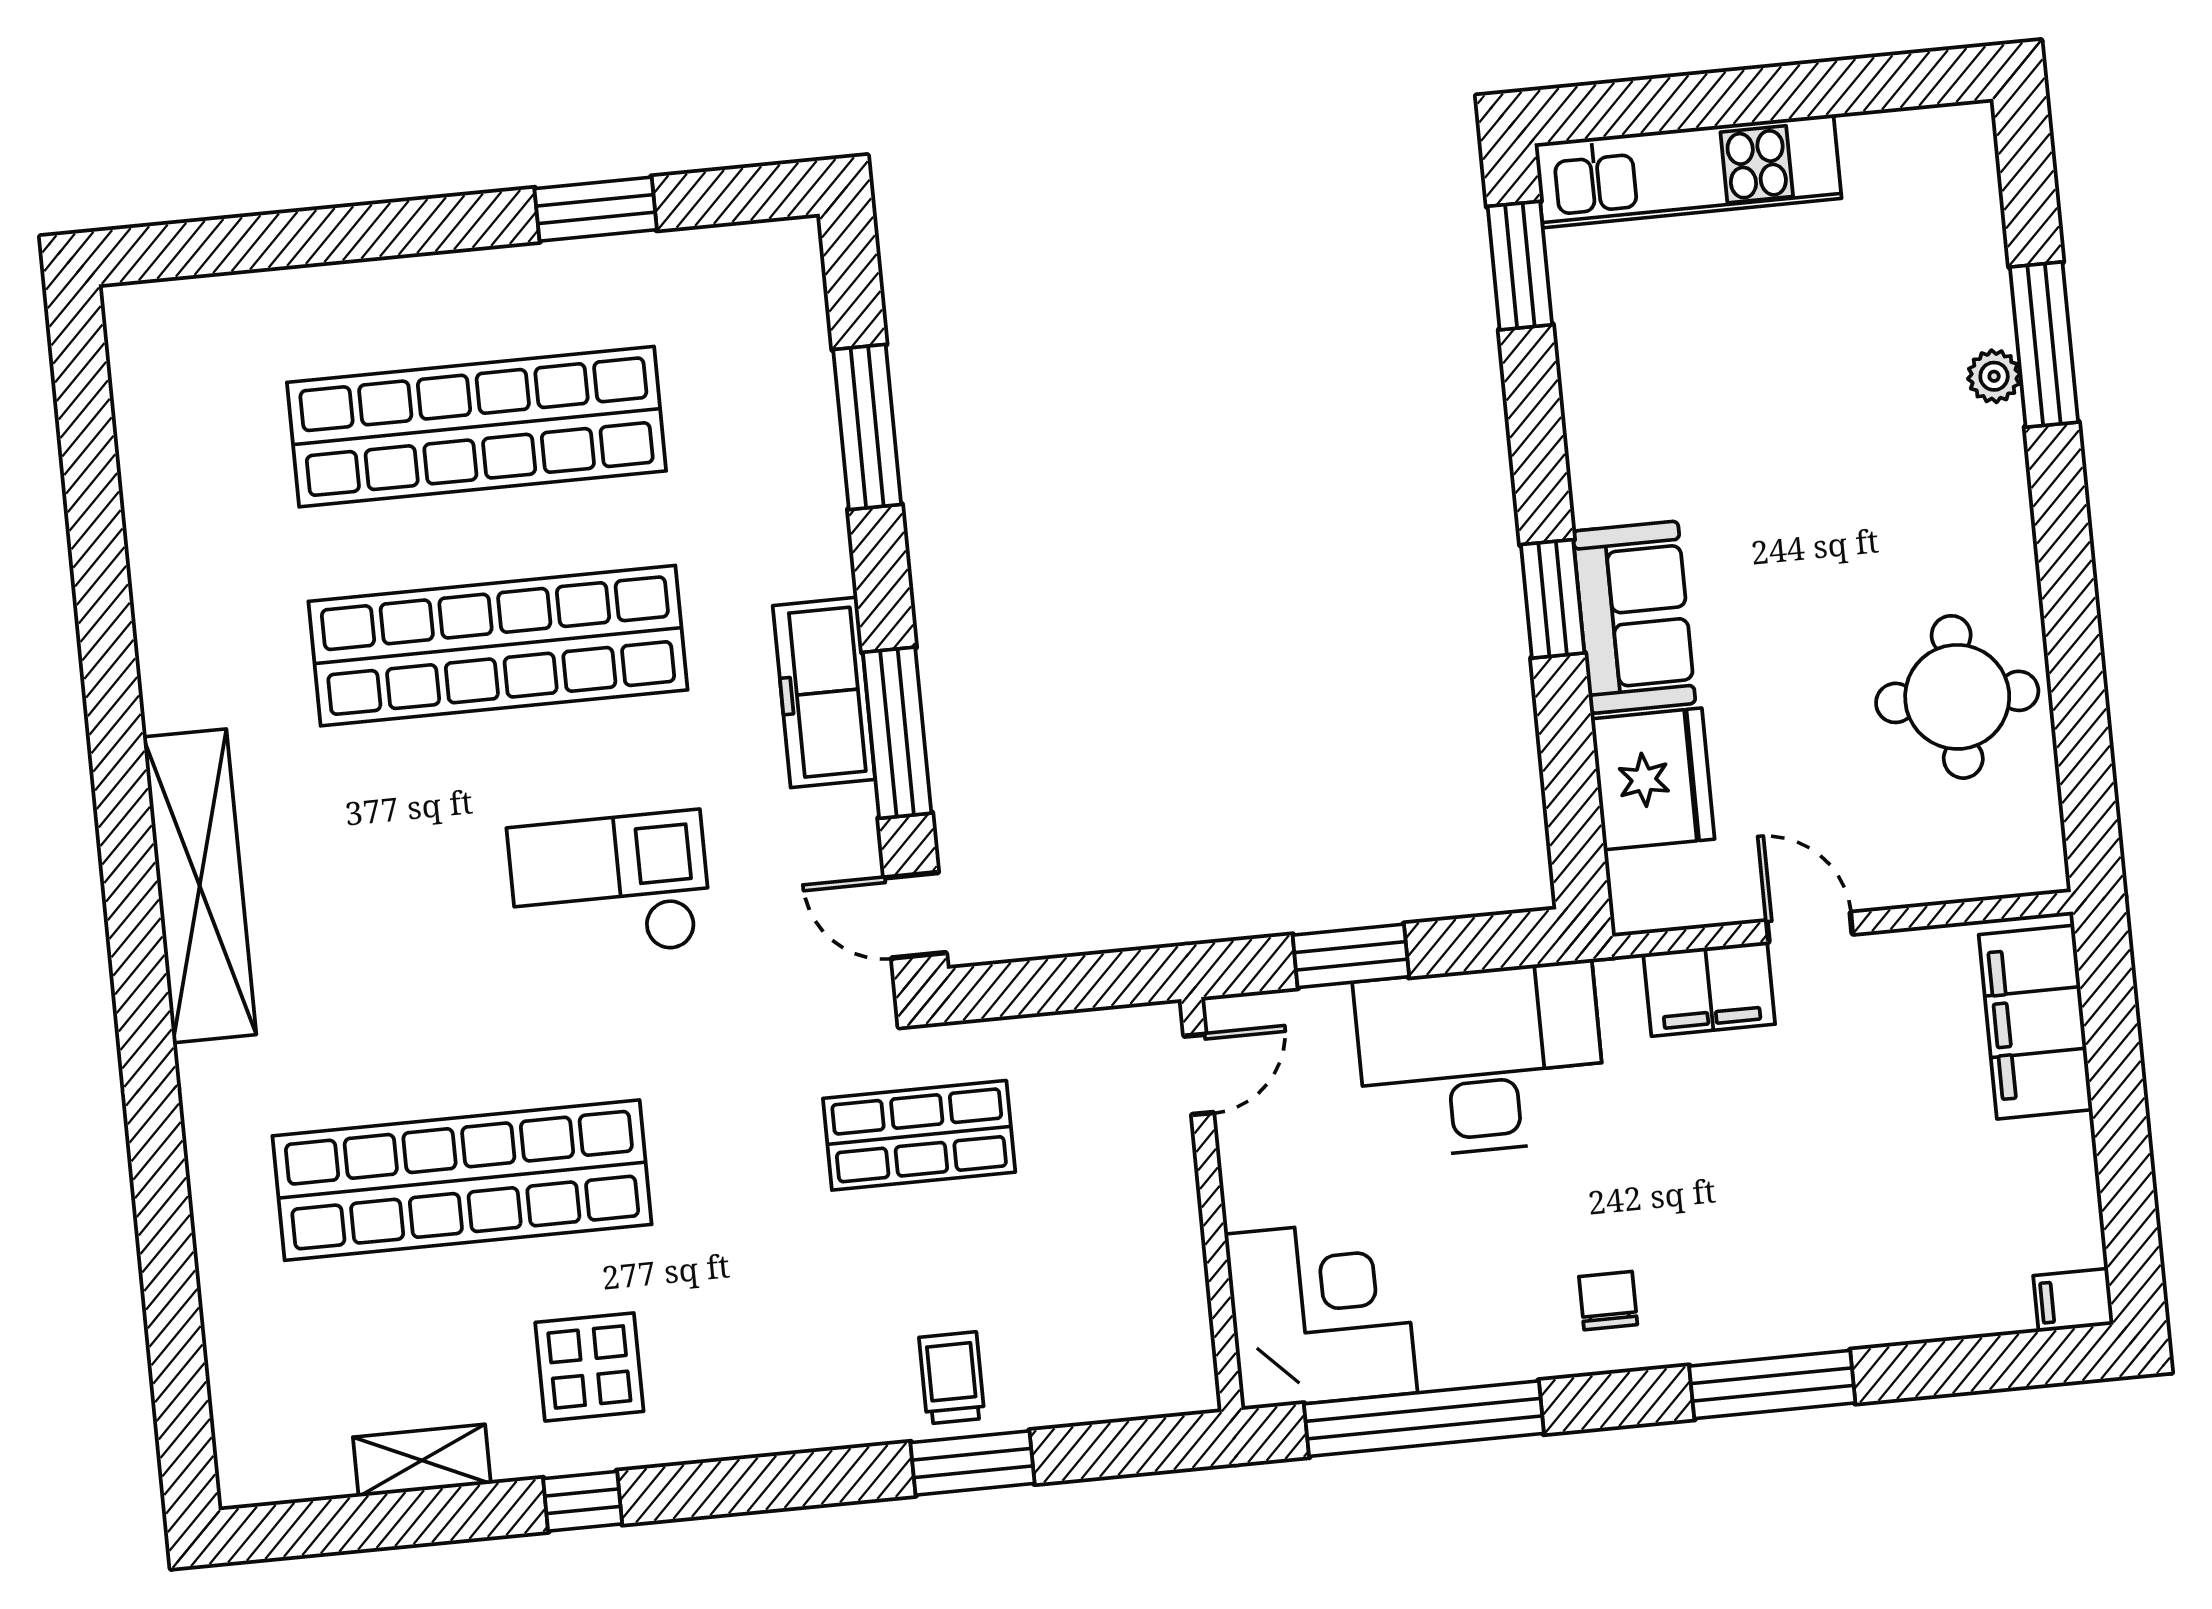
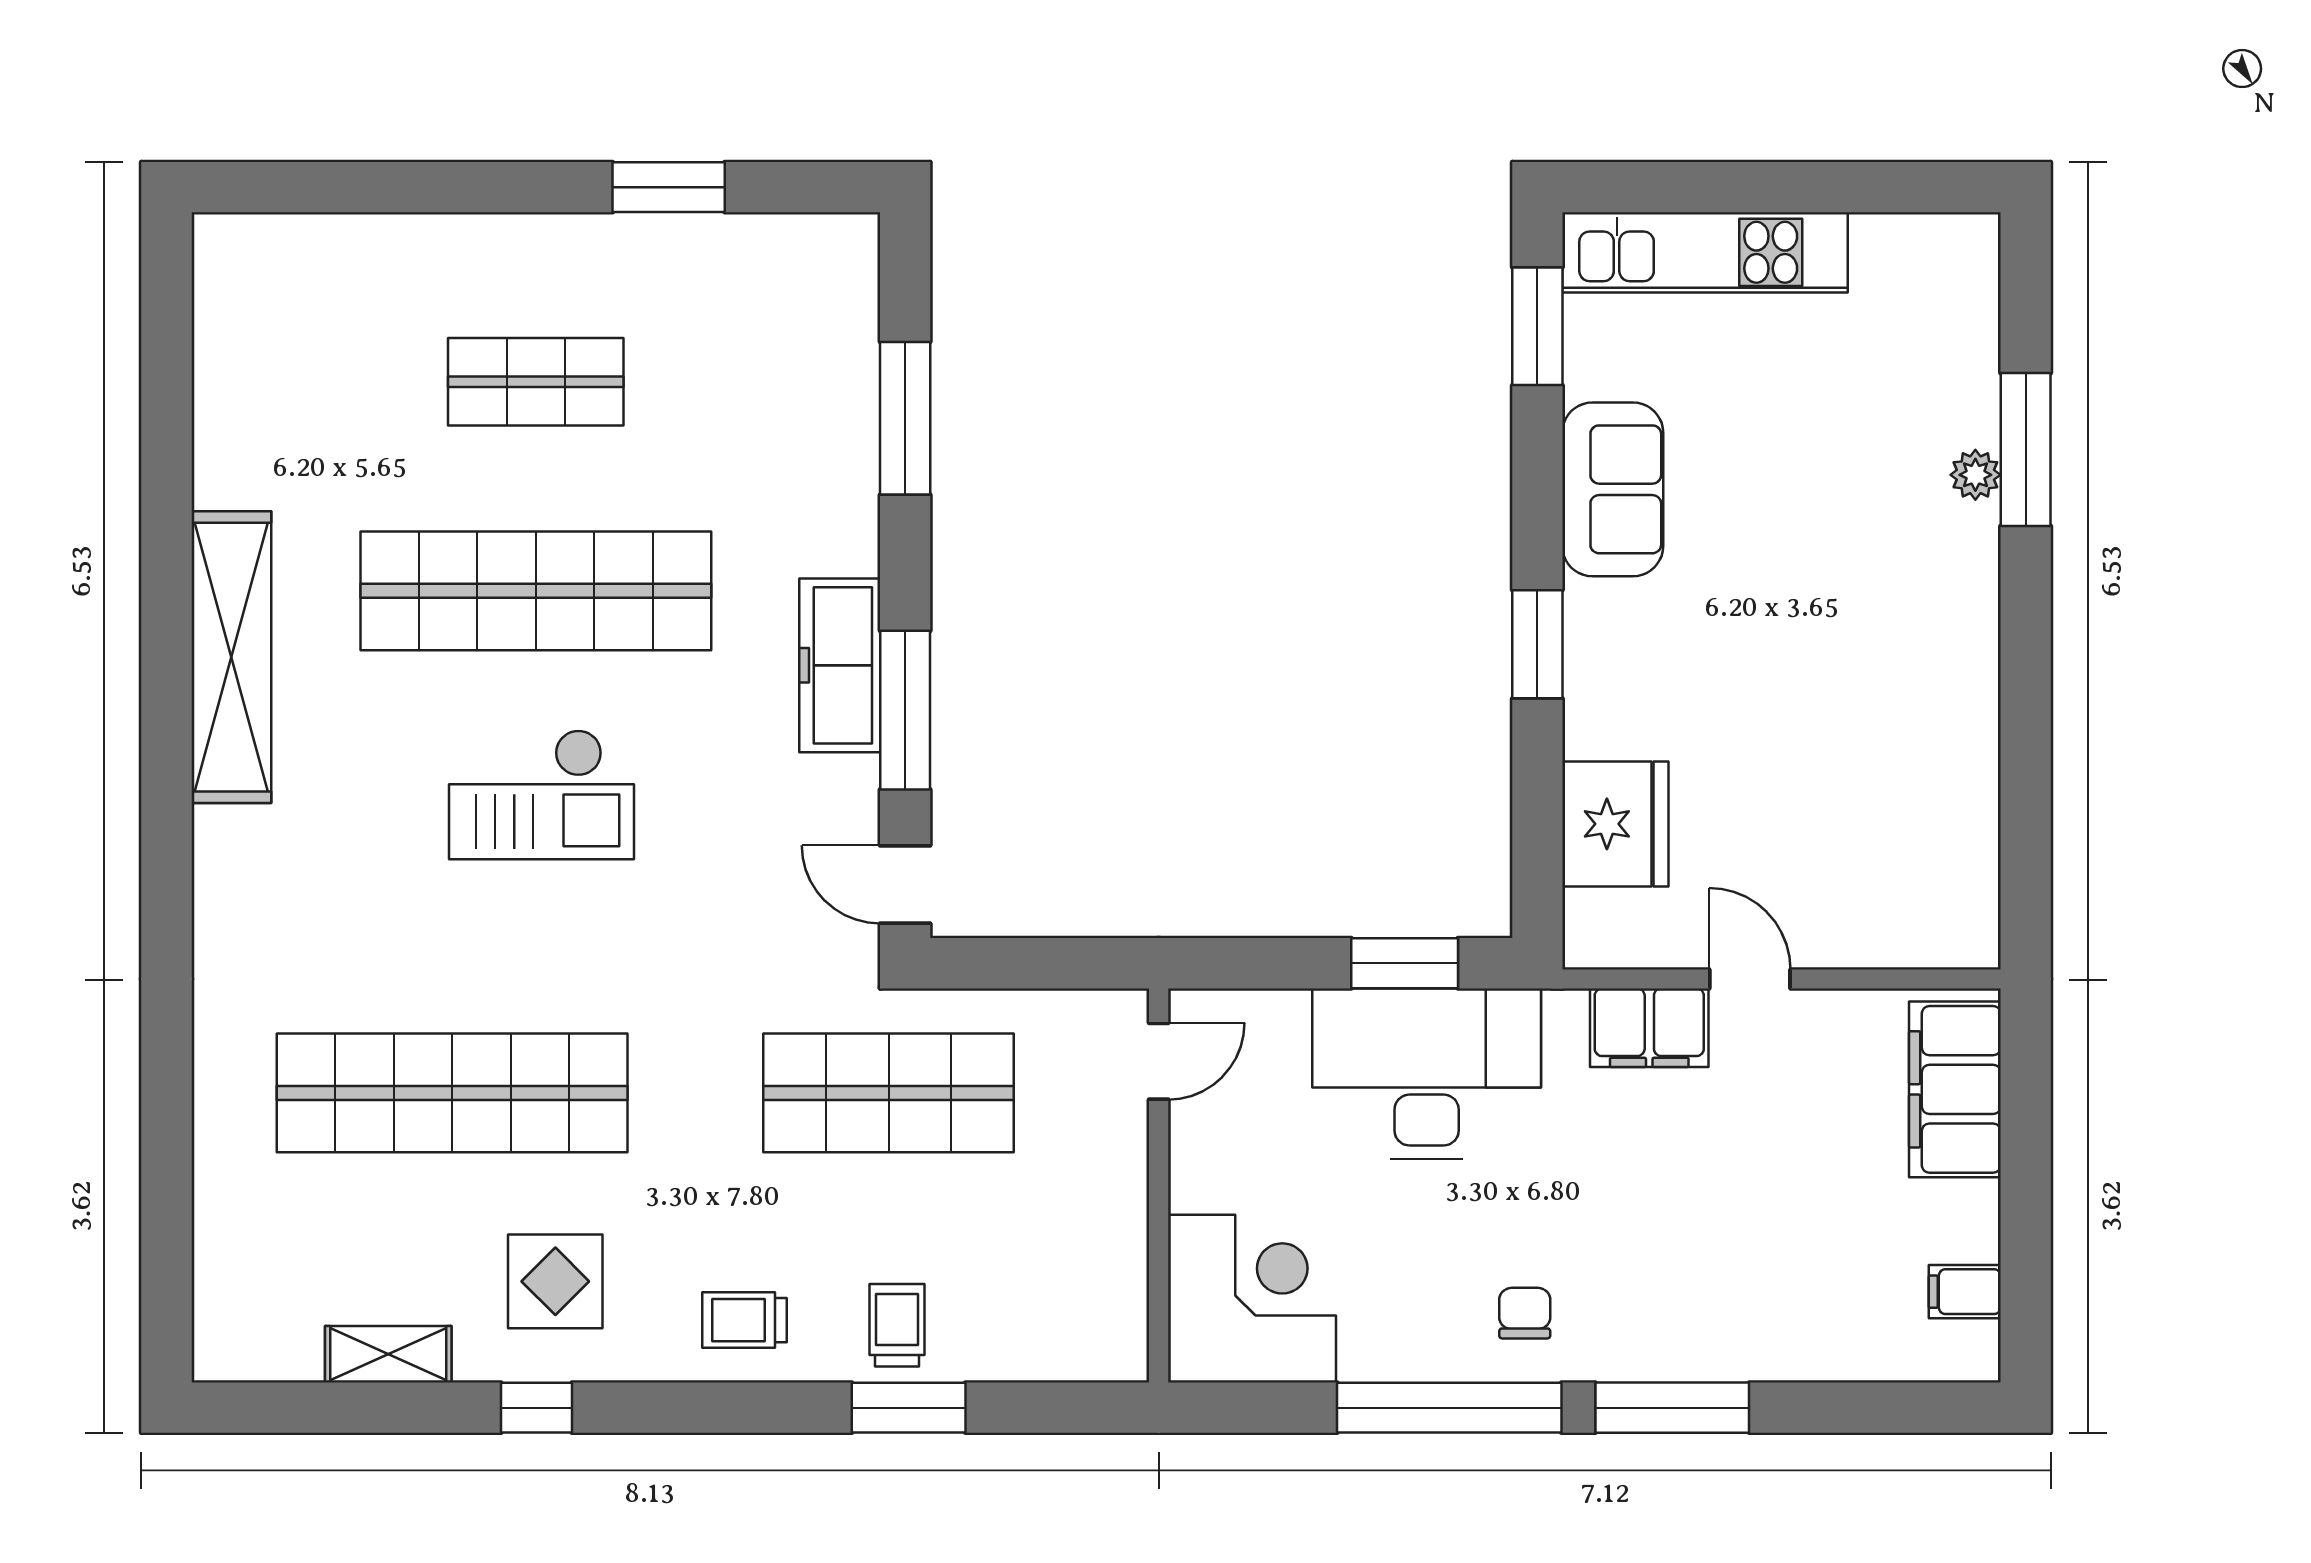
shop shelf: (477, 427) -> (536, 382), width x0.50, depth x0.74
sofa: (1634, 617) -> (1613, 489), moved
round table: (1957, 697) -> (1911, 775), removed
shelving: (200, 886) -> (231, 657), moved
checkout: (610, 886) -> (541, 794), moved, turned 180
window: (1351, 956) -> (1405, 963), moved
shop shelf: (919, 1135) -> (889, 1093), width x1.43, depth x1.36
filing cabinet: (2073, 1300) -> (1965, 1292), moved
trolley: (792, 1388) -> (745, 1320), added
window: (1424, 1419) -> (1449, 1408), moved

